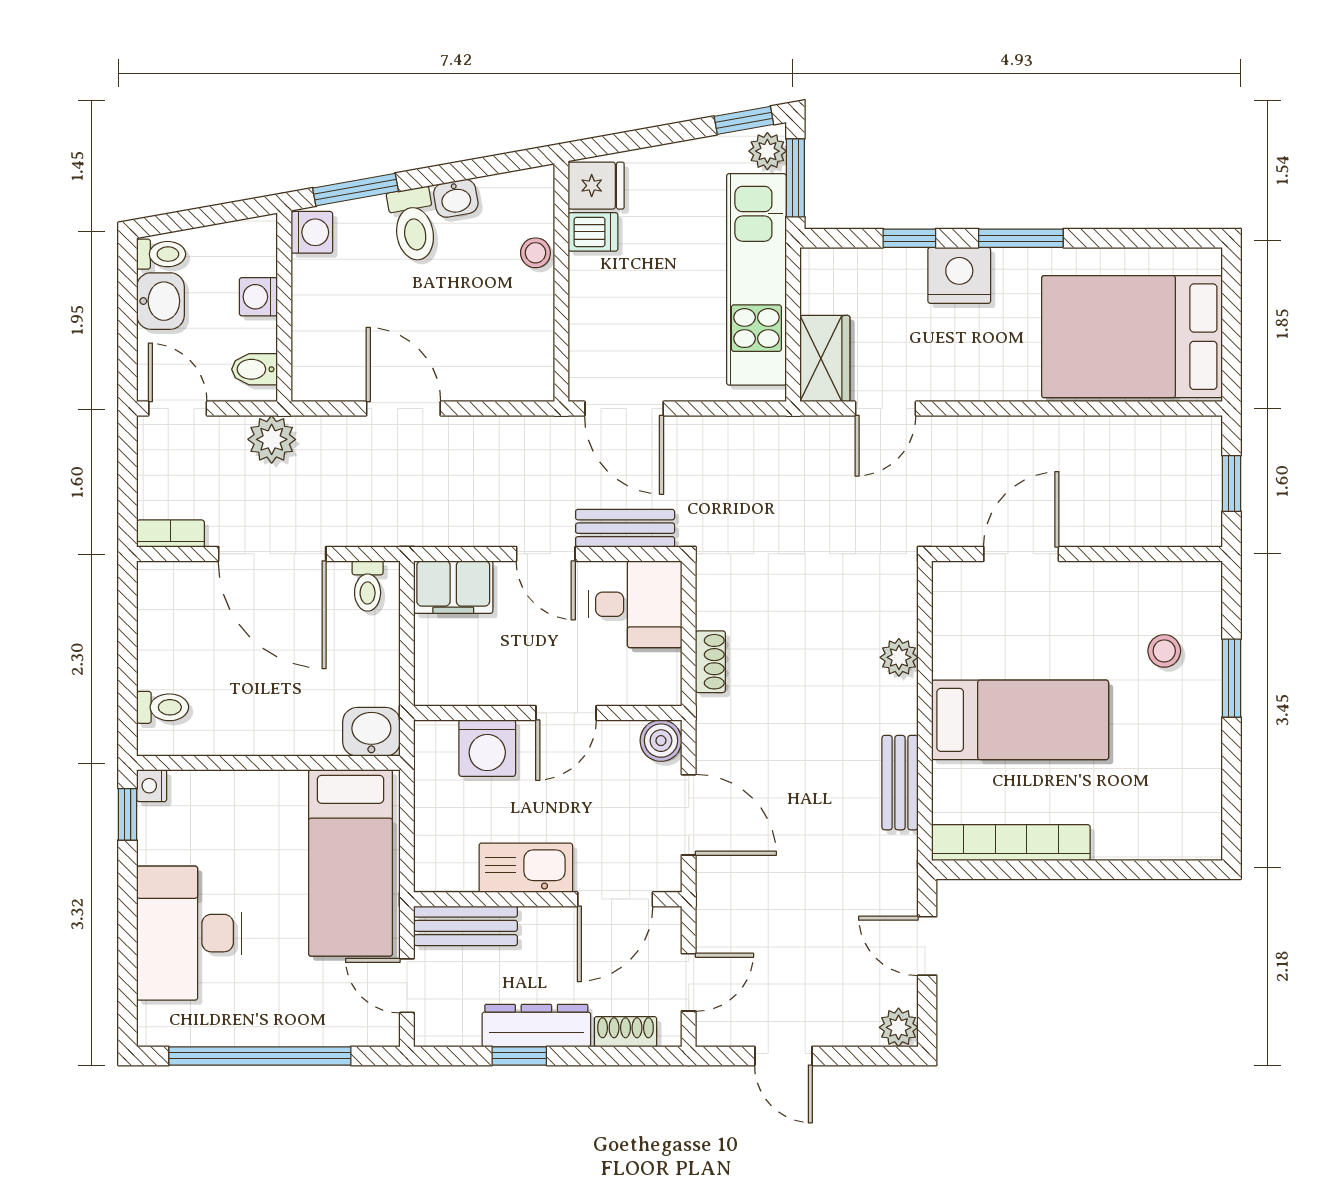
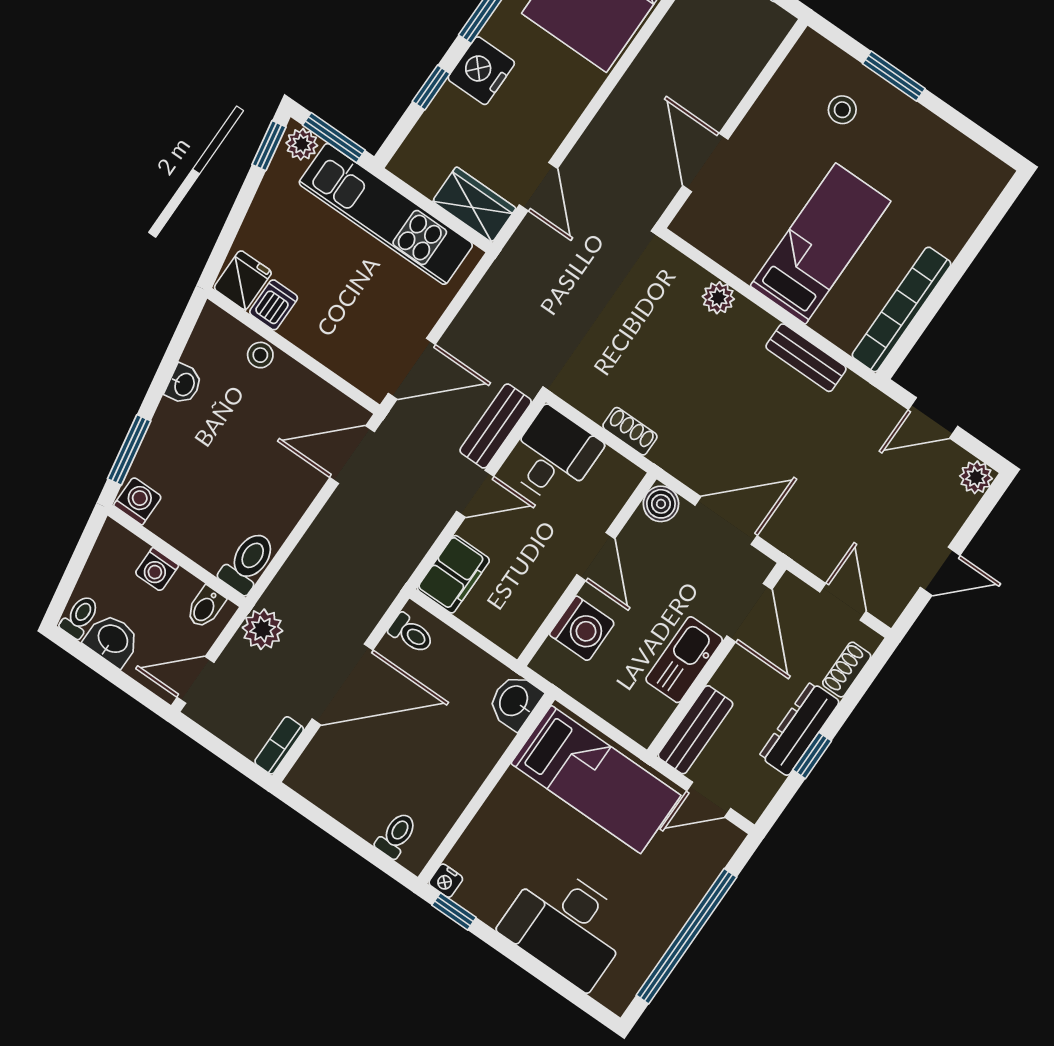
toilet: (413, 225) -> (248, 562), moved, turned -80
door: (403, 409) -> (352, 455), moved

